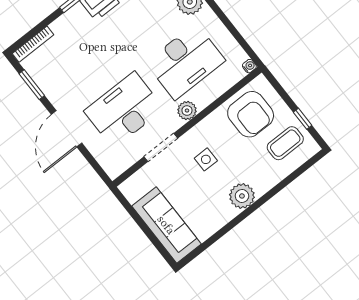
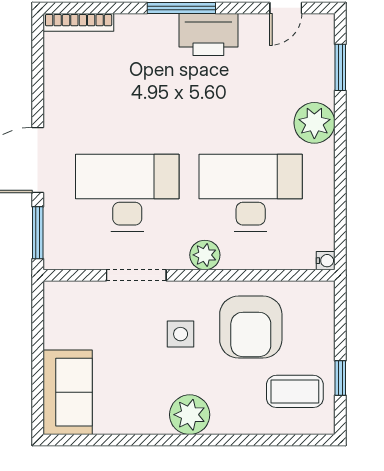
desk: (185, 62) -> (251, 193), turned 180
window: (32, 85) -> (38, 233), moved
armchair: (251, 114) -> (251, 327), moved
sofa: (166, 225) -> (68, 392), width x0.73

